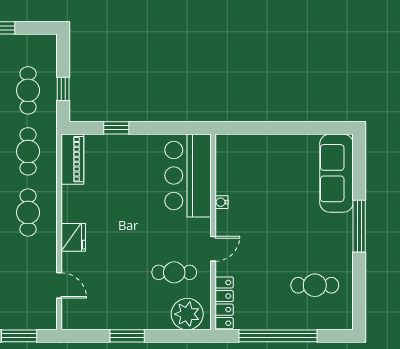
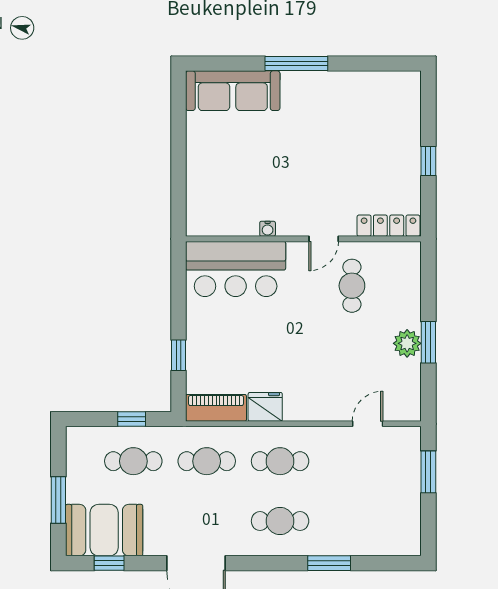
fridge: (73, 237) -> (265, 407), moved
door: (213, 249) -> (324, 239), swing flipped
cafe table: (315, 285) -> (367, 117), removed
plant: (187, 314) -> (407, 343), moved, width x0.73, depth x0.73
window: (278, 336) -> (428, 161), width x0.32

